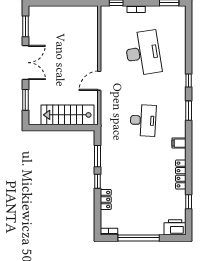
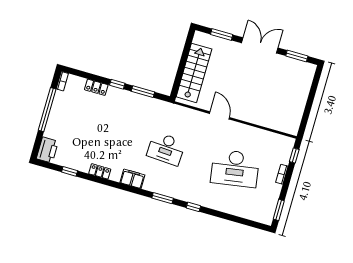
double door: (25, 63) -> (260, 45), swing flipped
filing cabinet: (179, 143) -> (132, 179), width x2.00
locker: (181, 174) -> (100, 171), width x0.66

